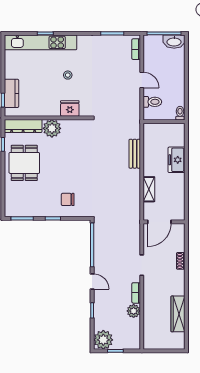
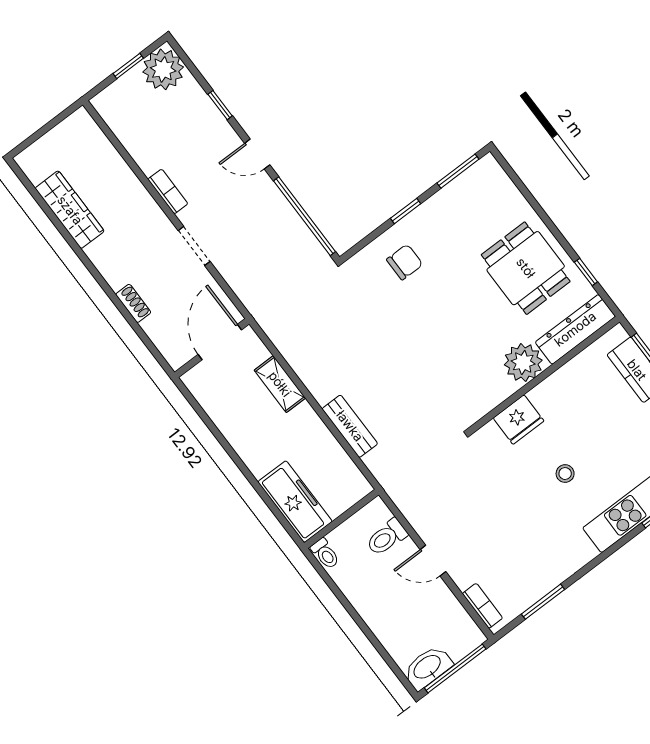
freezer: (177, 160) -> (295, 502), moved, width x1.40
plant: (134, 311) -> (149, 157), removed

